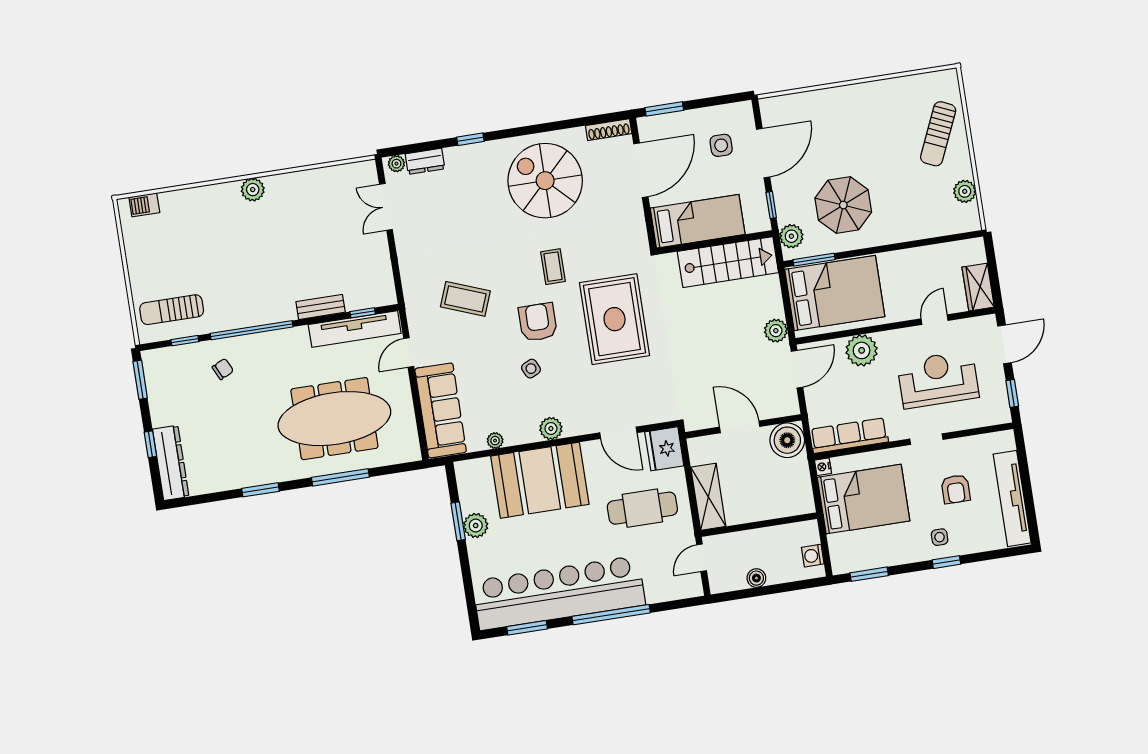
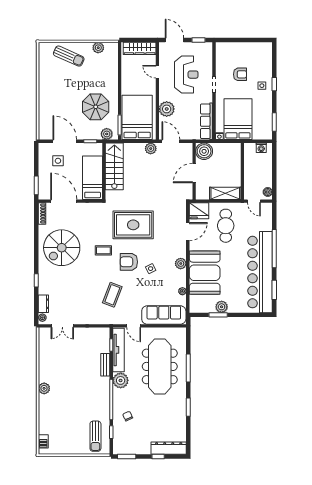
wardrobe: (978, 287) -> (140, 48), width x1.50
plant: (293, 343) -> (121, 380), added
reception desk: (938, 379) -> (186, 75), turned 180
tv unit: (1012, 499) -> (249, 48), removed
boiler: (756, 578) -> (268, 192), moved

